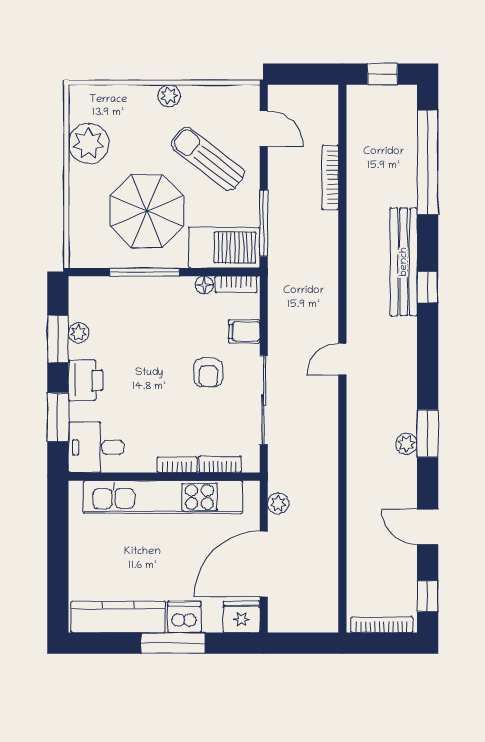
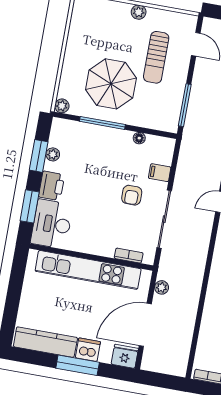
plant: (89, 144) -> (62, 106), moved, width x0.53, depth x0.53
sun lounger: (208, 159) -> (156, 57), turned -128
barbecue: (224, 248) -> (156, 116), removed
bookcase: (236, 284) -> (160, 141), removed
desk: (96, 447) -> (52, 224), width x1.37
bookcase: (177, 465) -> (101, 251), removed

